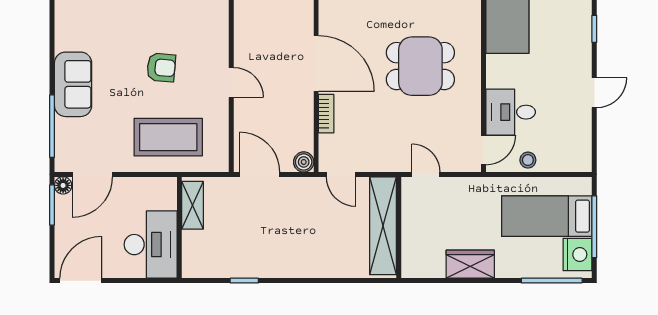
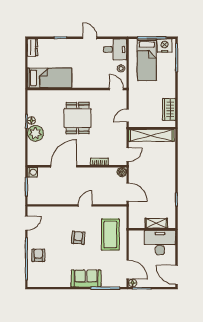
door: (316, 64) -> (64, 166), moved
desk: (511, 112) -> (115, 49), moved, turned -90
door: (260, 174) -> (128, 192), swing flipped
shelving: (193, 205) -> (156, 223), moved
wardrobe: (470, 264) -> (169, 110), moved

